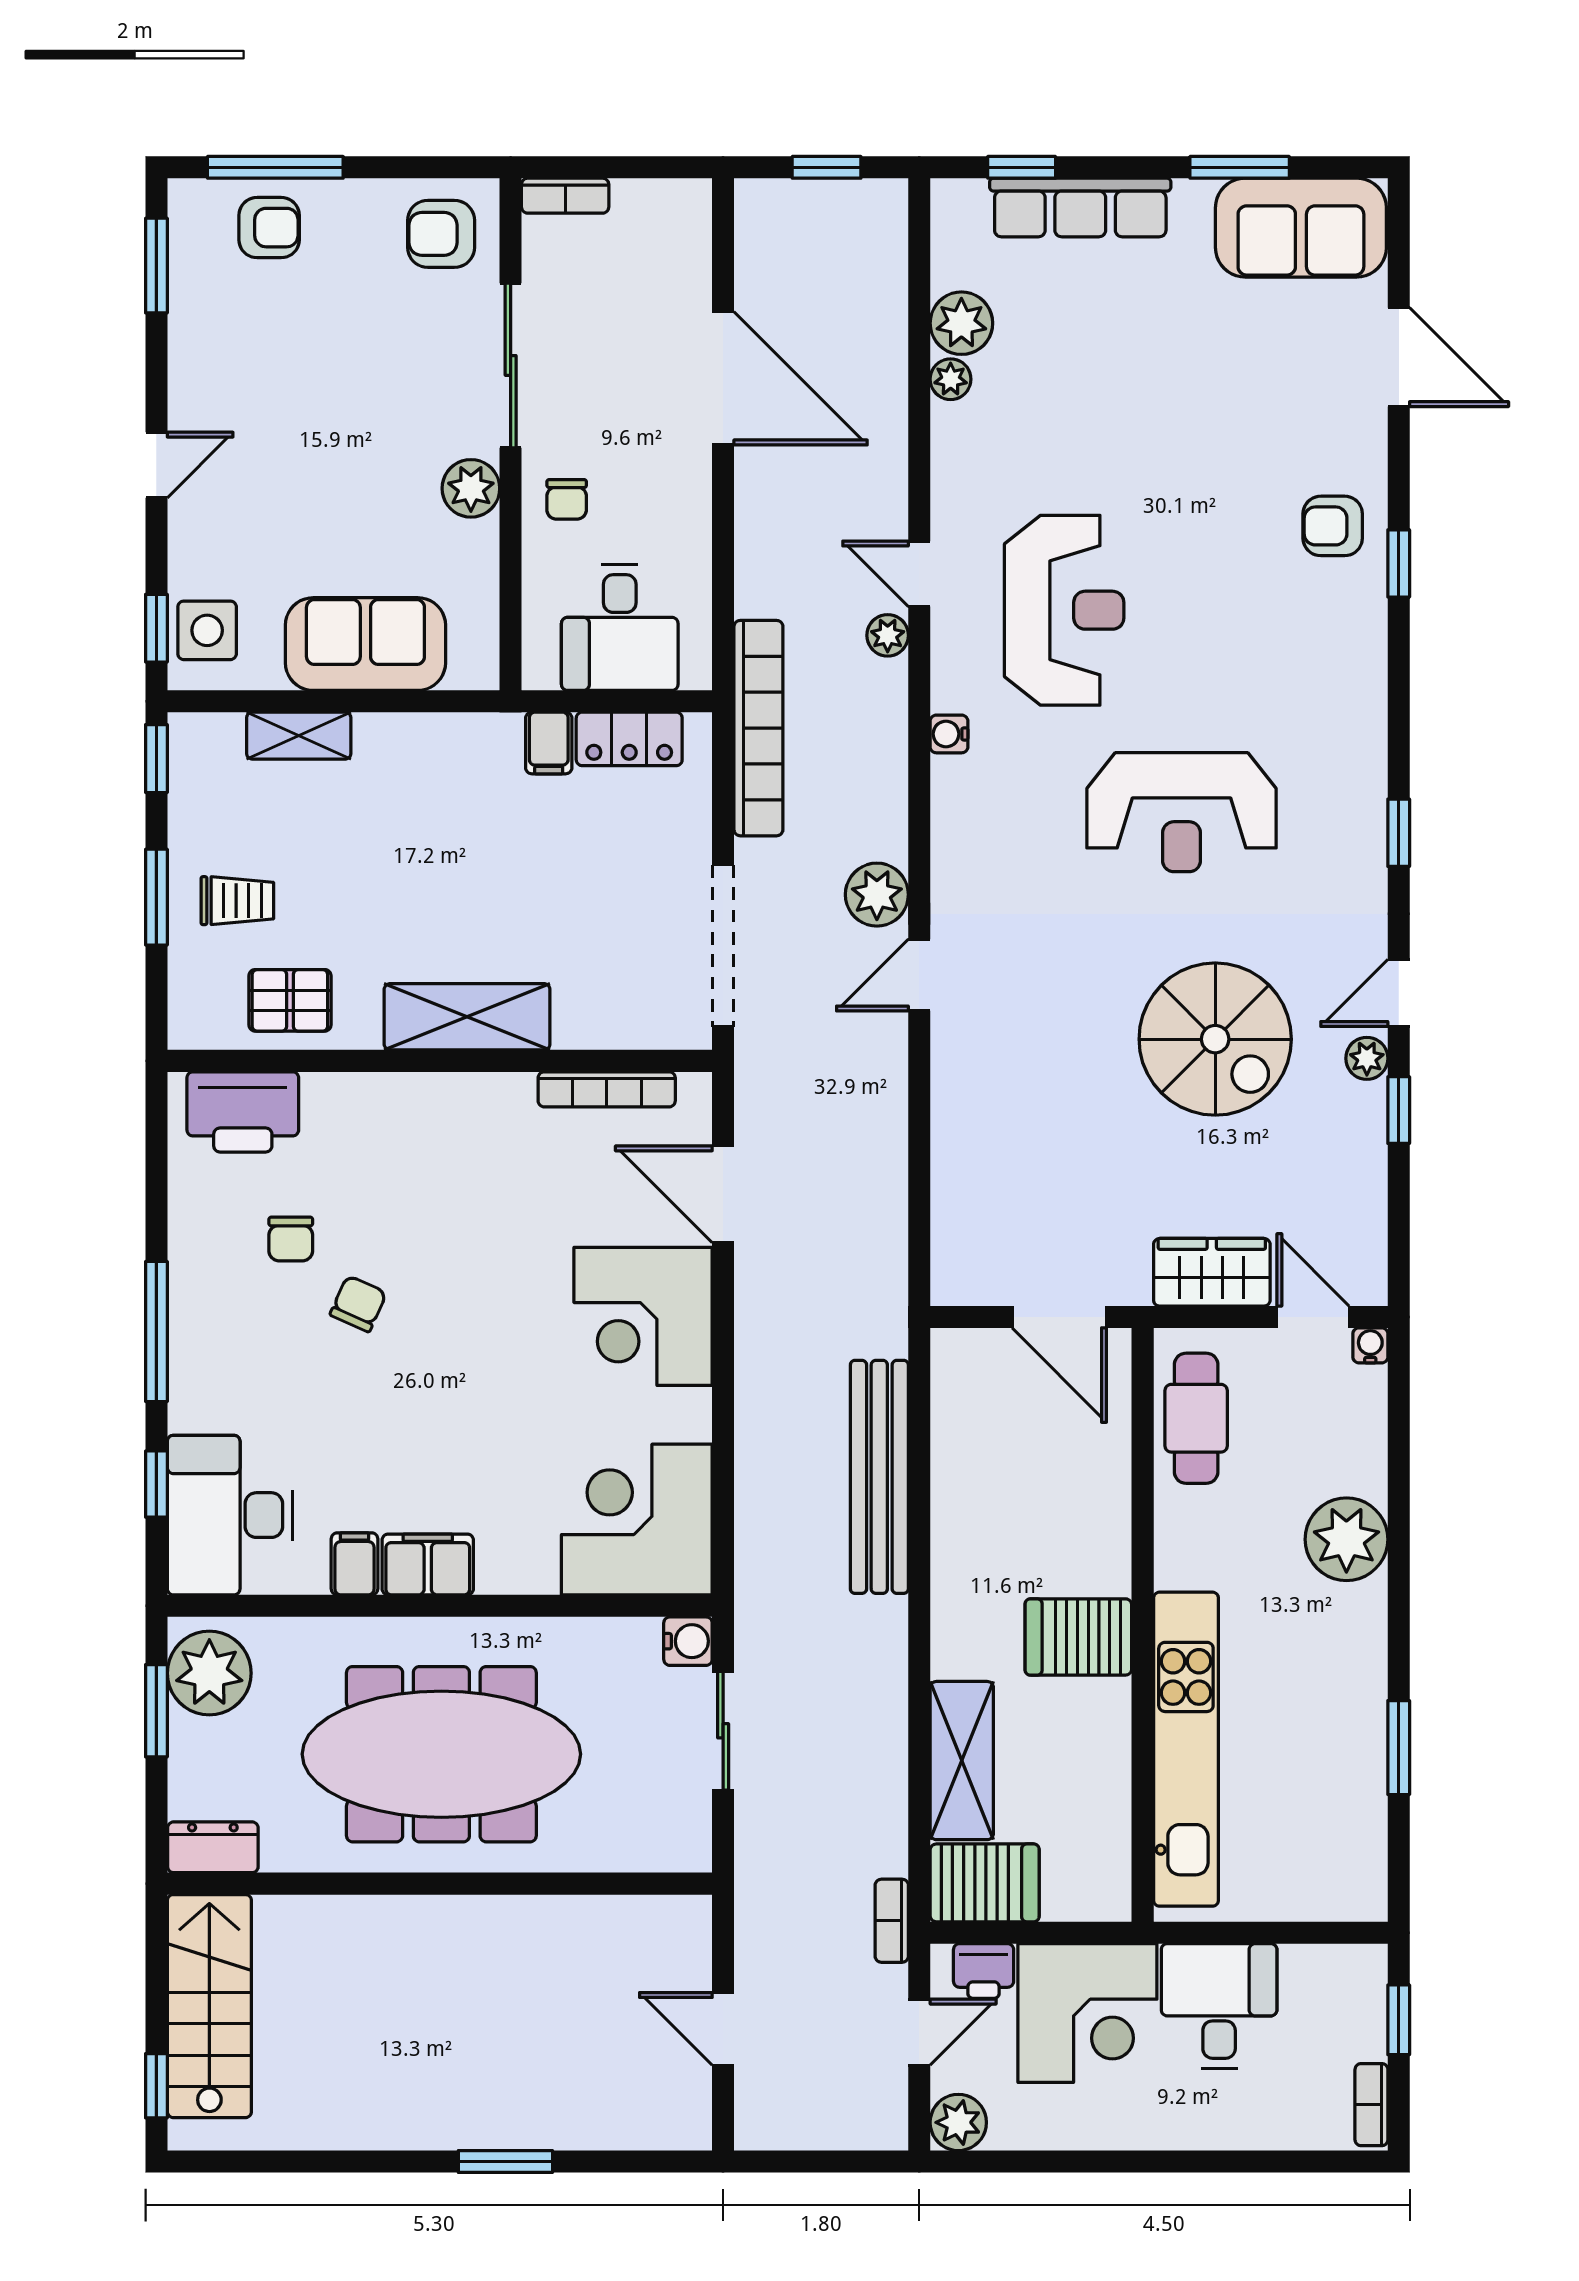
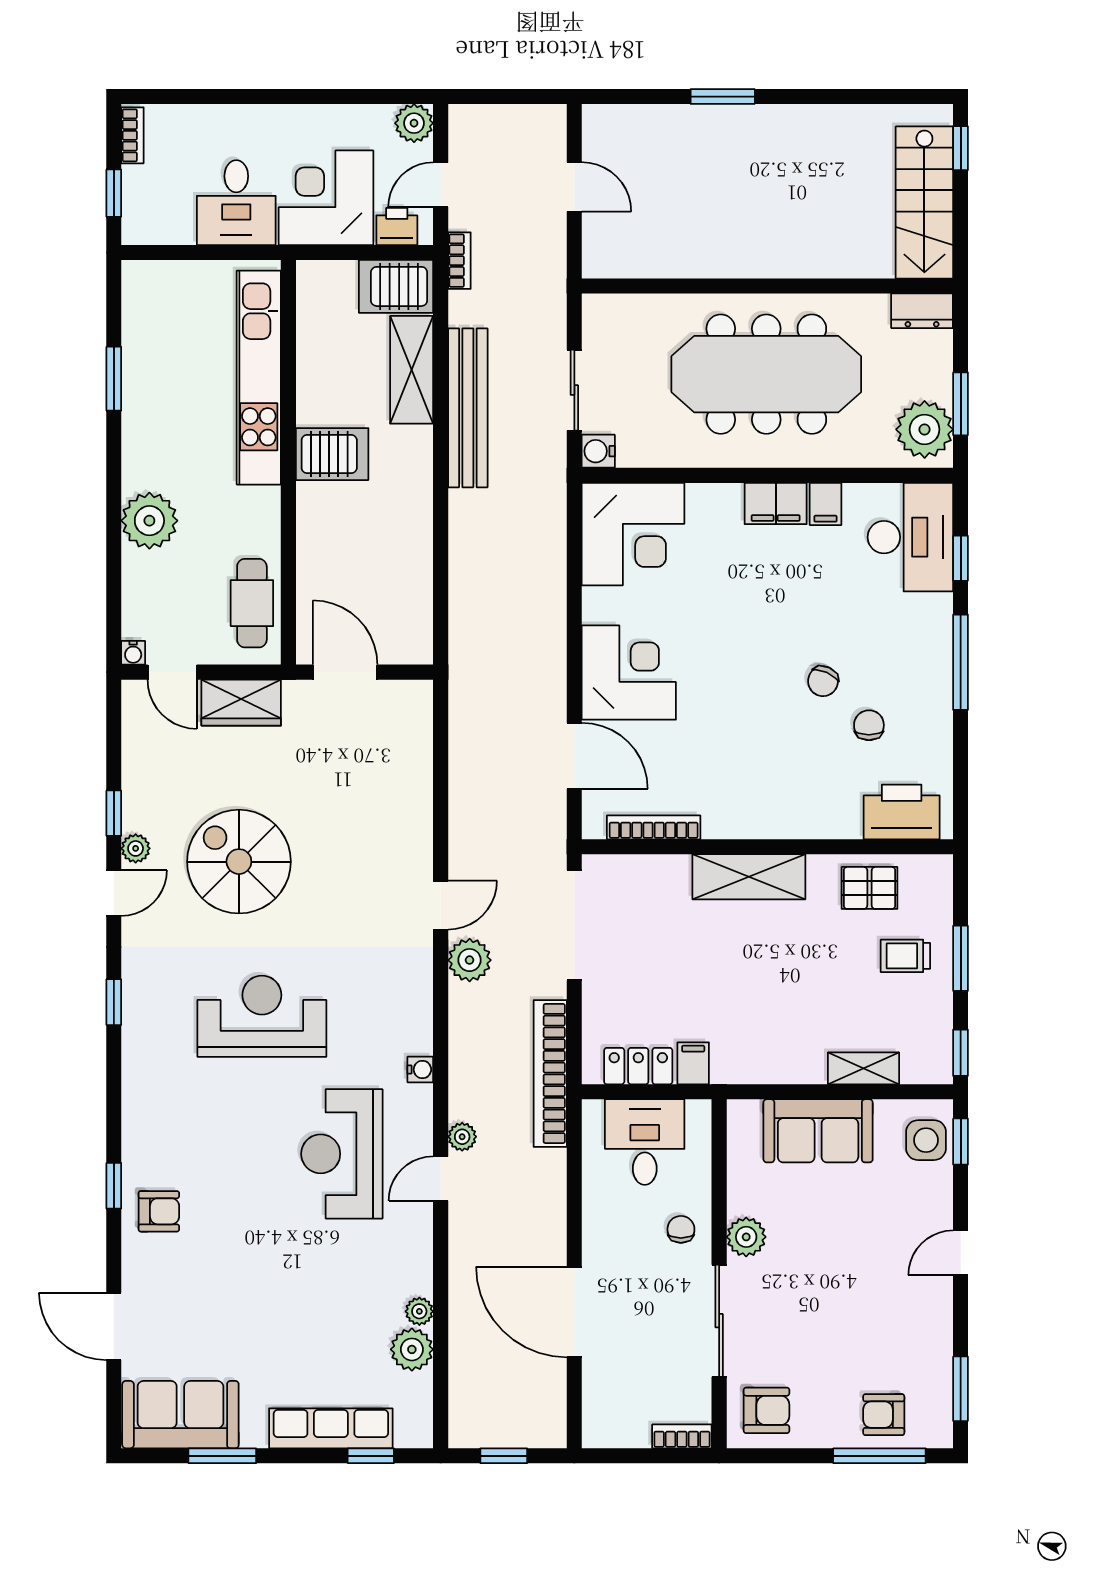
door: (919, 574) -> (441, 1179), swing flipped
bench: (879, 1477) -> (468, 408), moved

